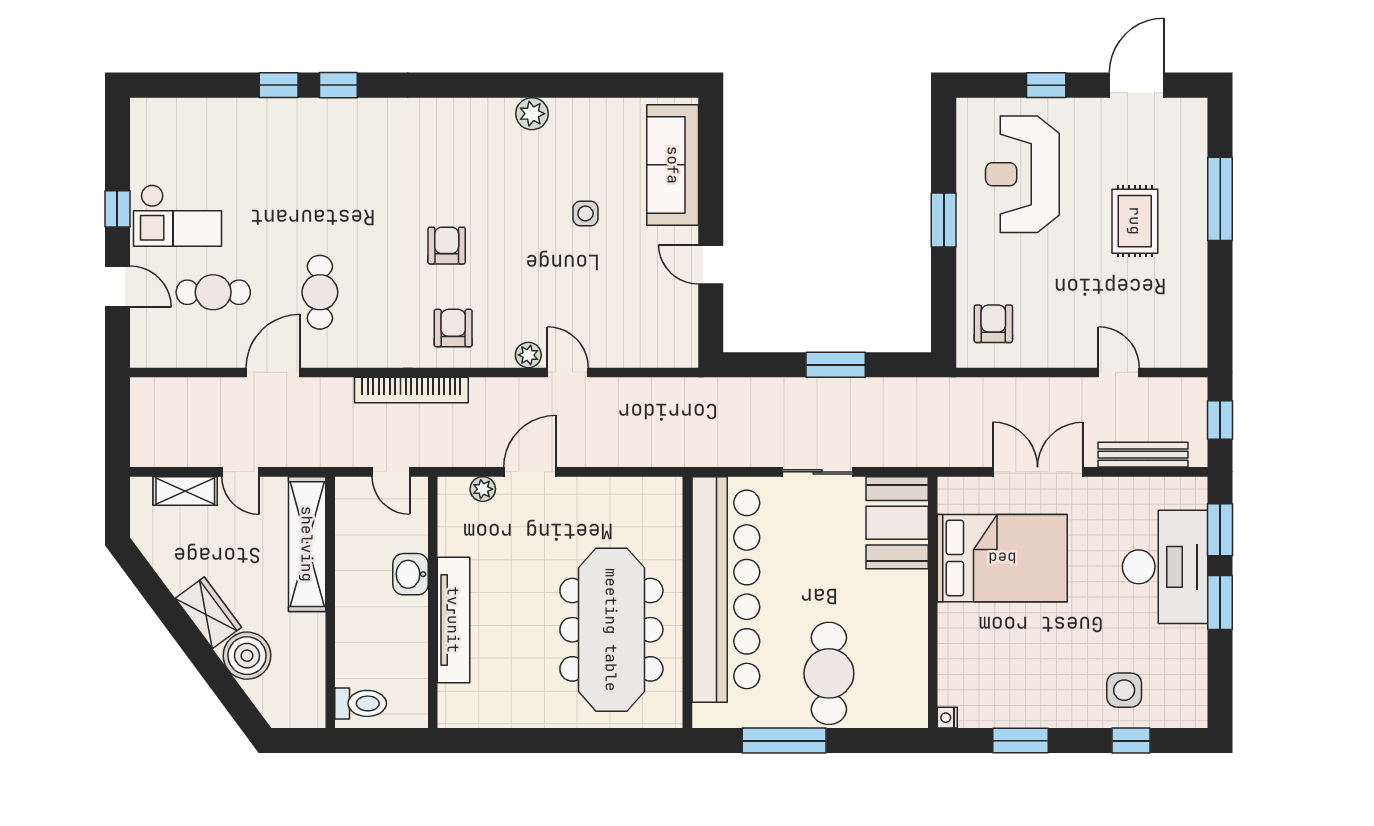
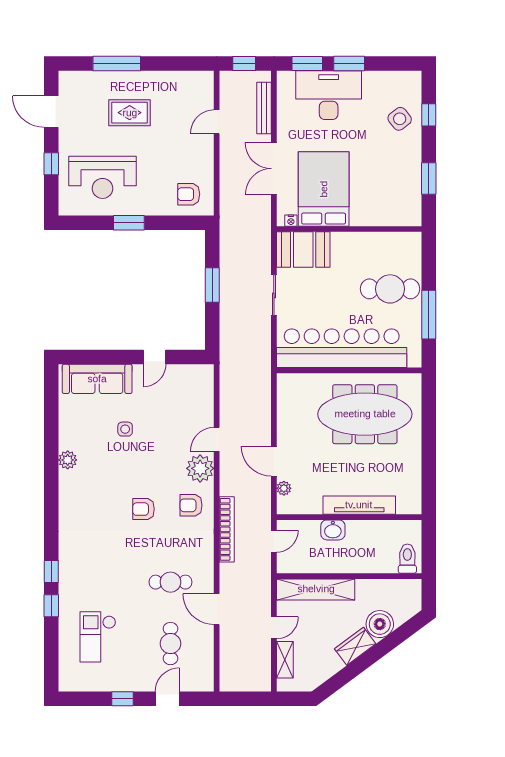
checkout: (178, 215) -> (98, 637), moved, turned 180
plant: (528, 355) -> (200, 468), width x1.88, depth x1.88
side table: (1124, 690) -> (400, 119), turned -38
nightstand: (947, 718) -> (291, 221), moved

